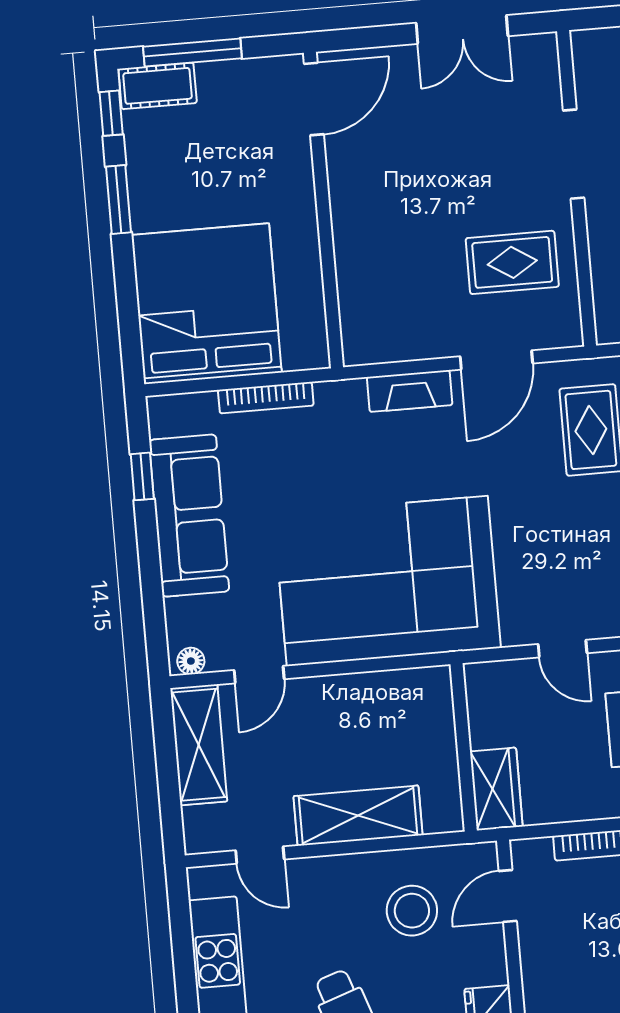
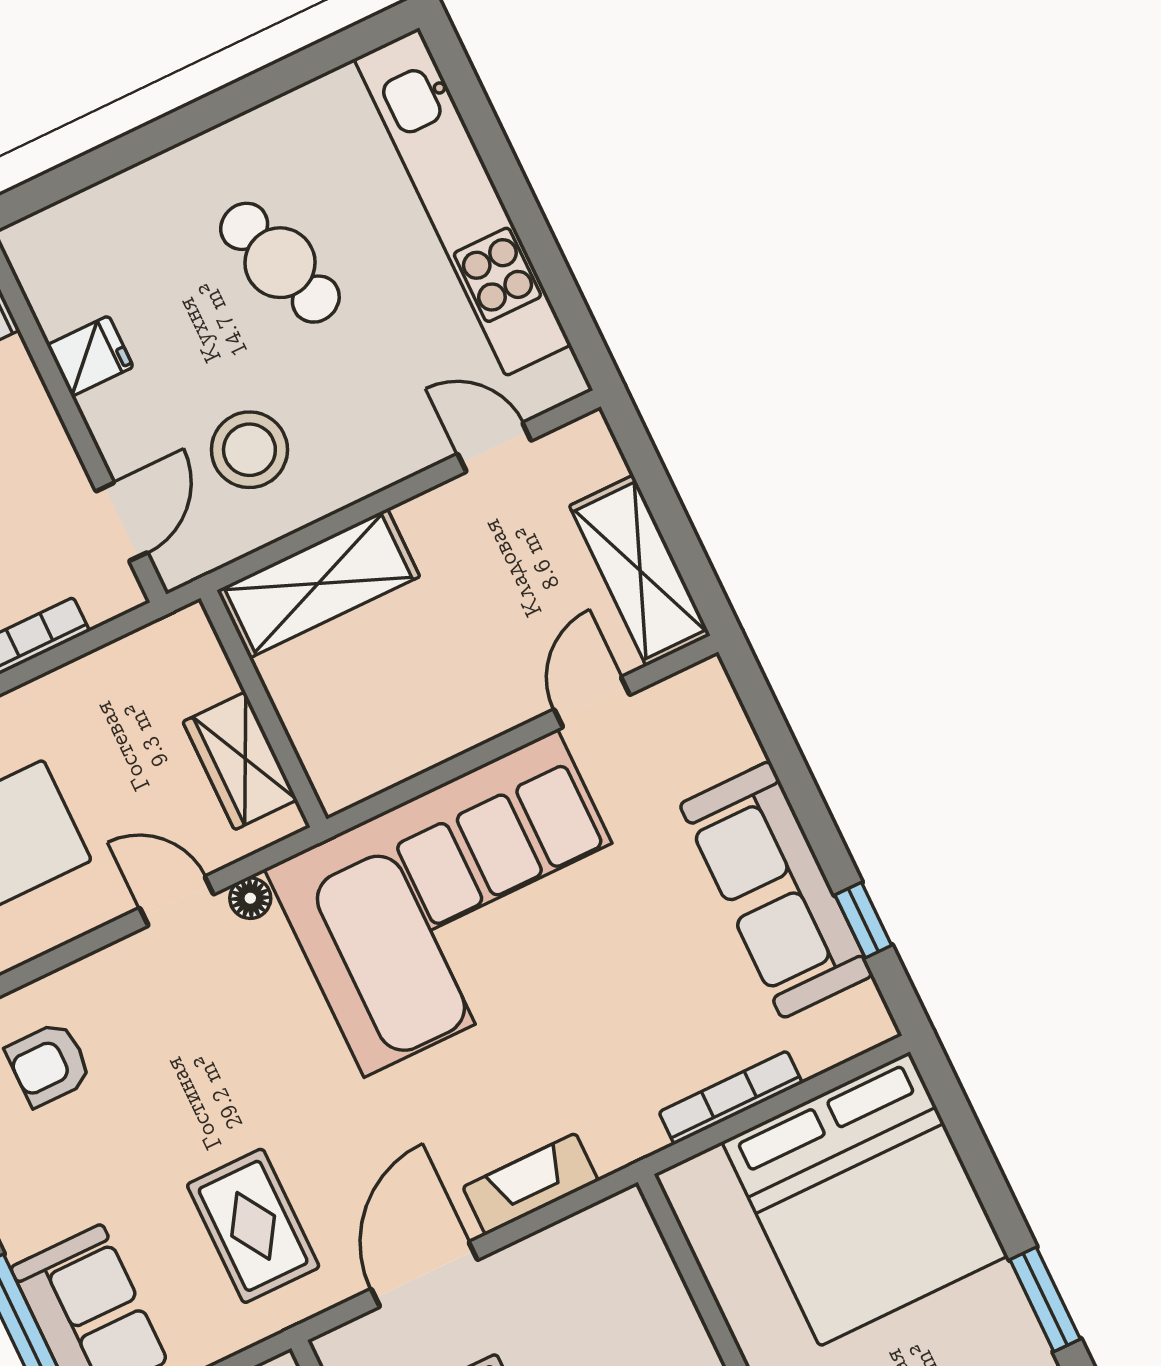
floor lamp: (191, 661) -> (250, 898), moved
wardrobe: (496, 789) -> (240, 761), moved
shelving: (358, 816) -> (318, 583), moved

